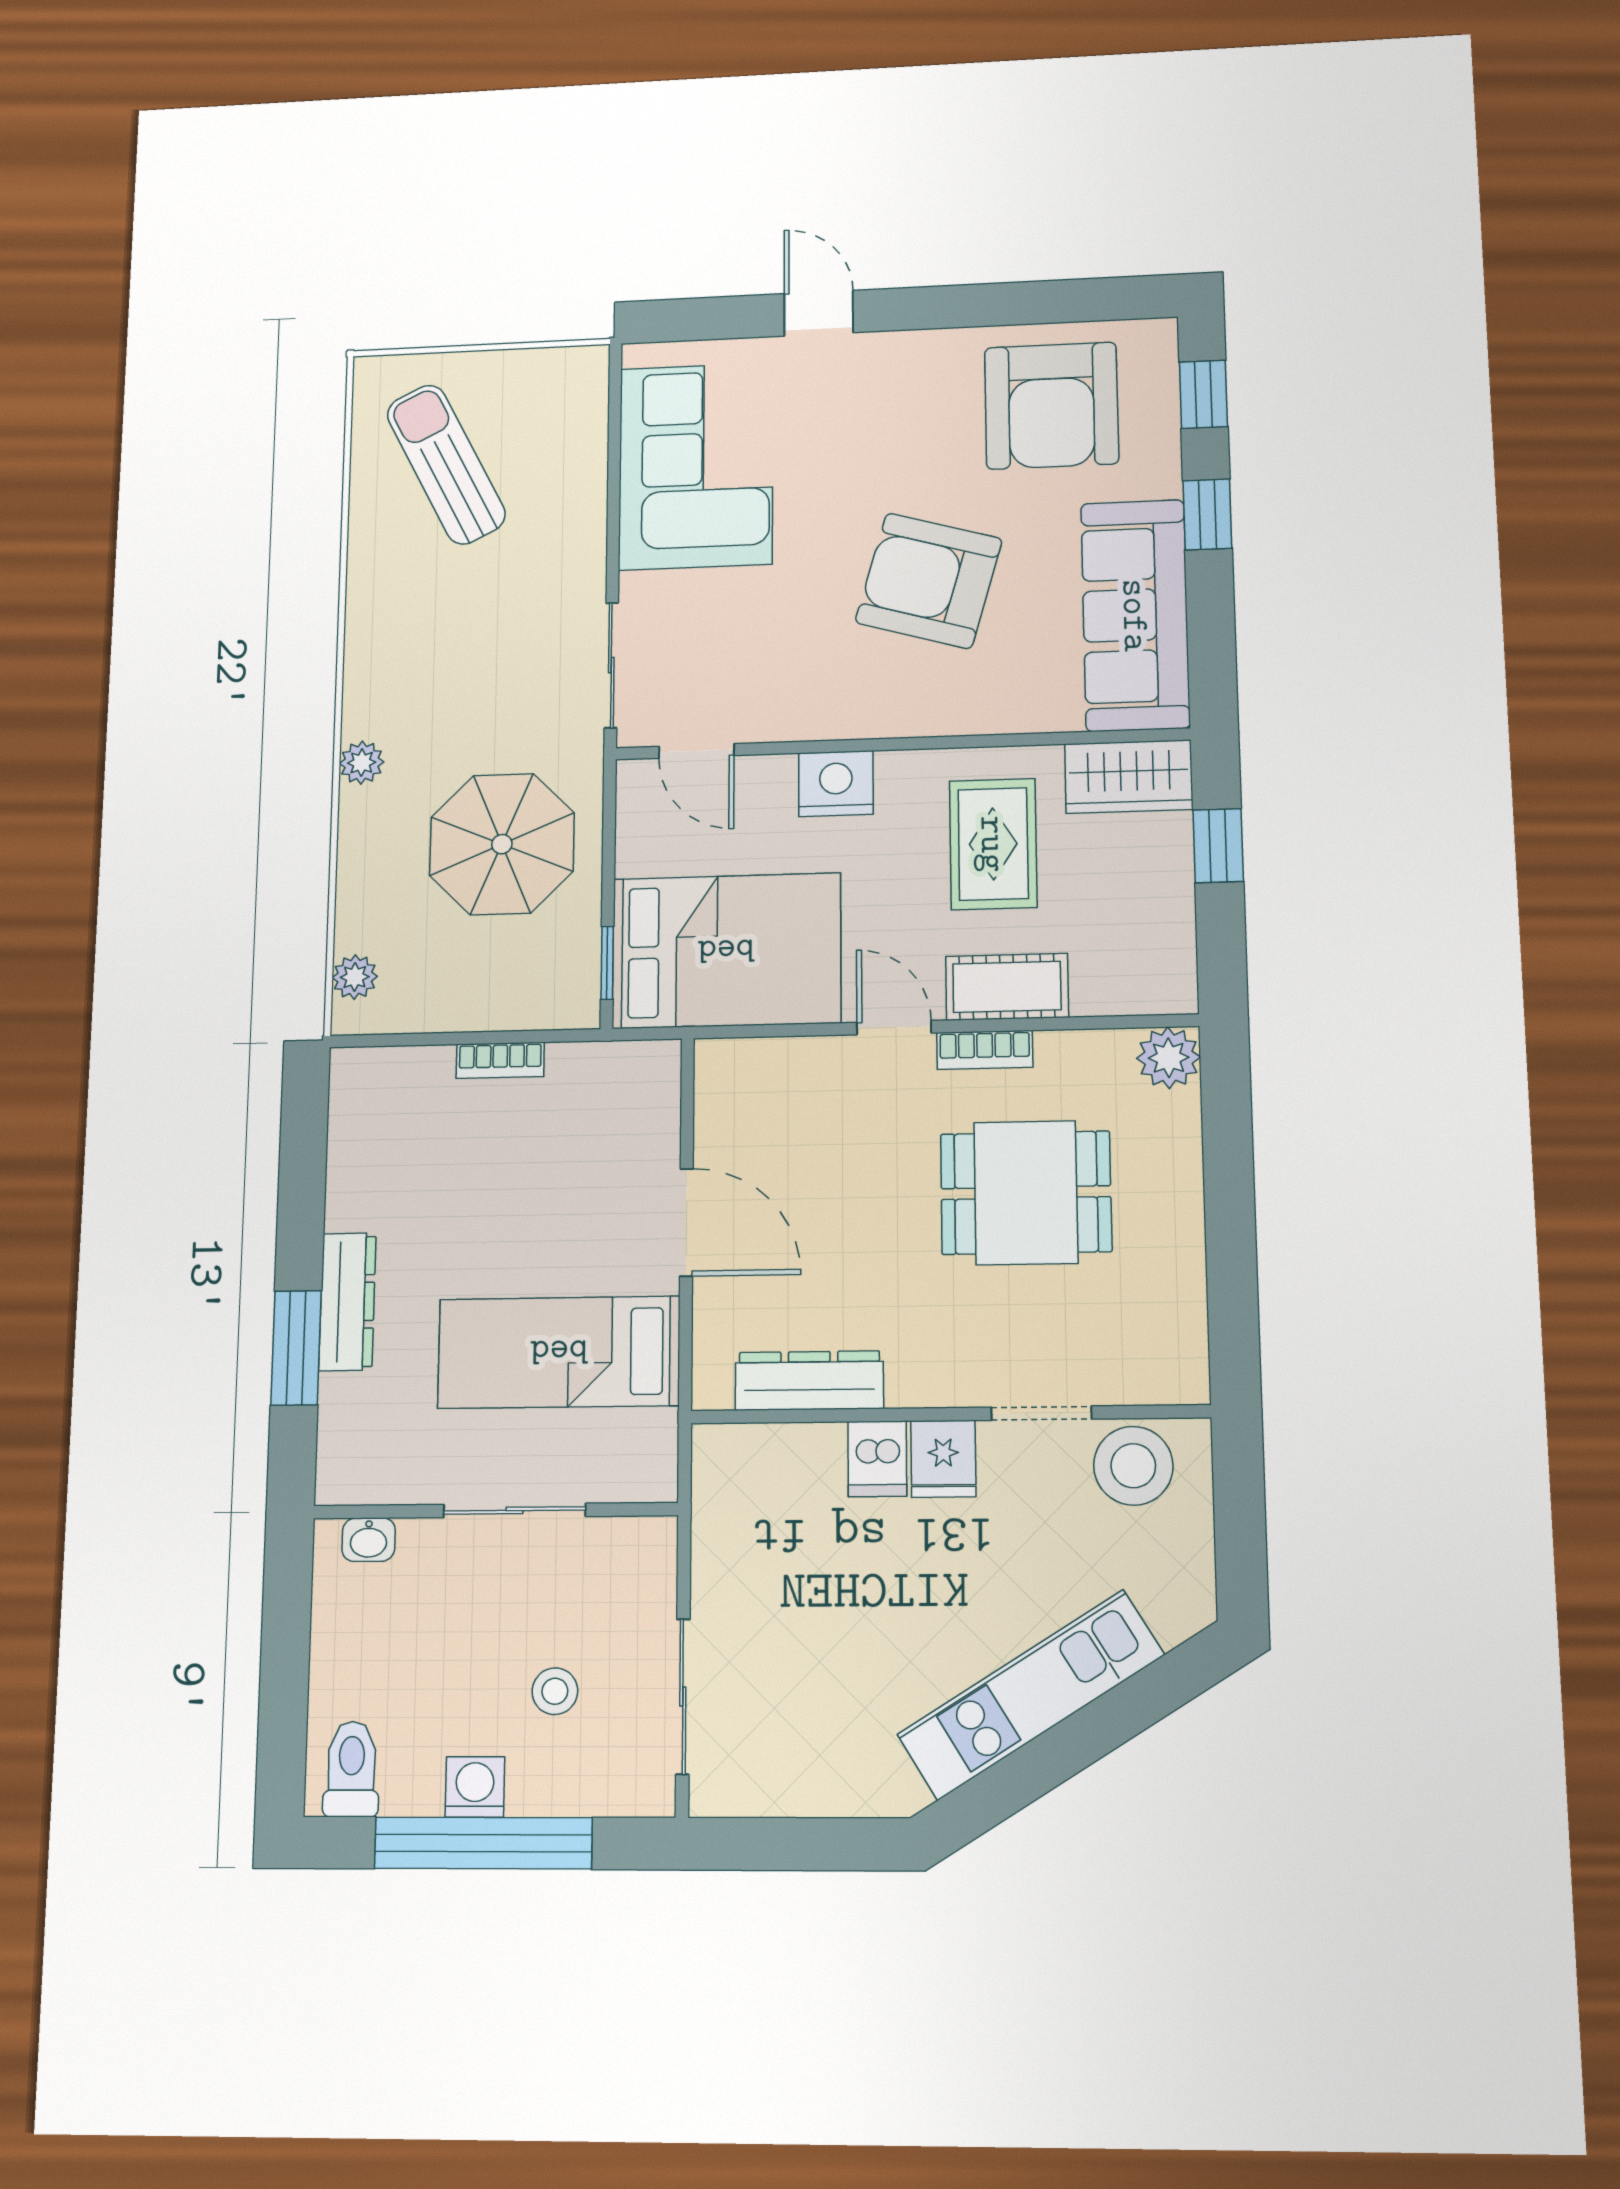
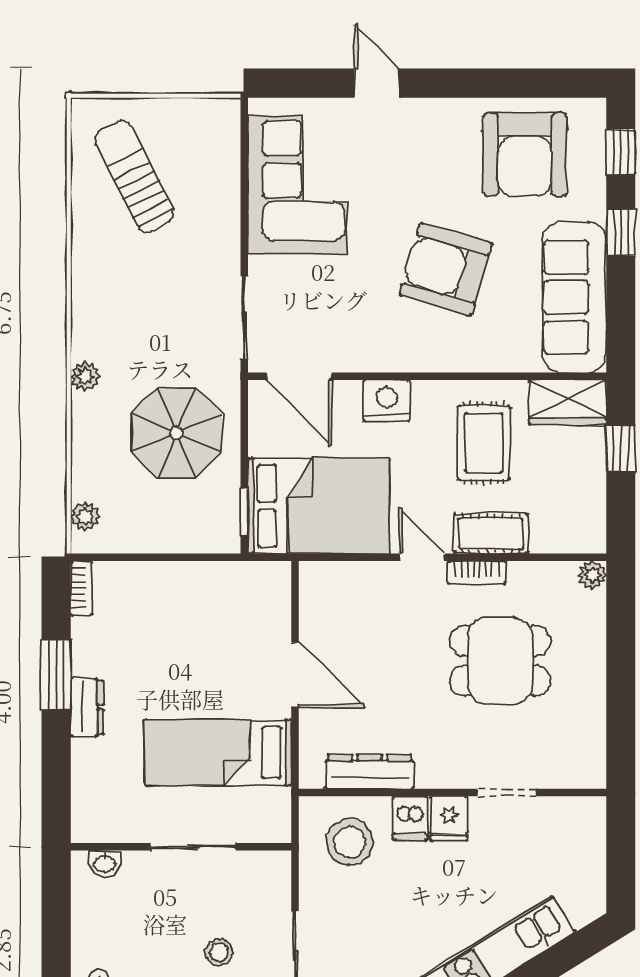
door: (696, 751) -> (299, 376), width x1.38
plant: (1169, 1058) -> (592, 575), width x0.73, depth x0.73
bookcase: (500, 1060) -> (82, 588), moved, turned -90
dresser: (347, 1302) -> (87, 707), width x0.70
window: (296, 1348) -> (56, 675), moved
stool: (1133, 1466) -> (350, 842), moved

